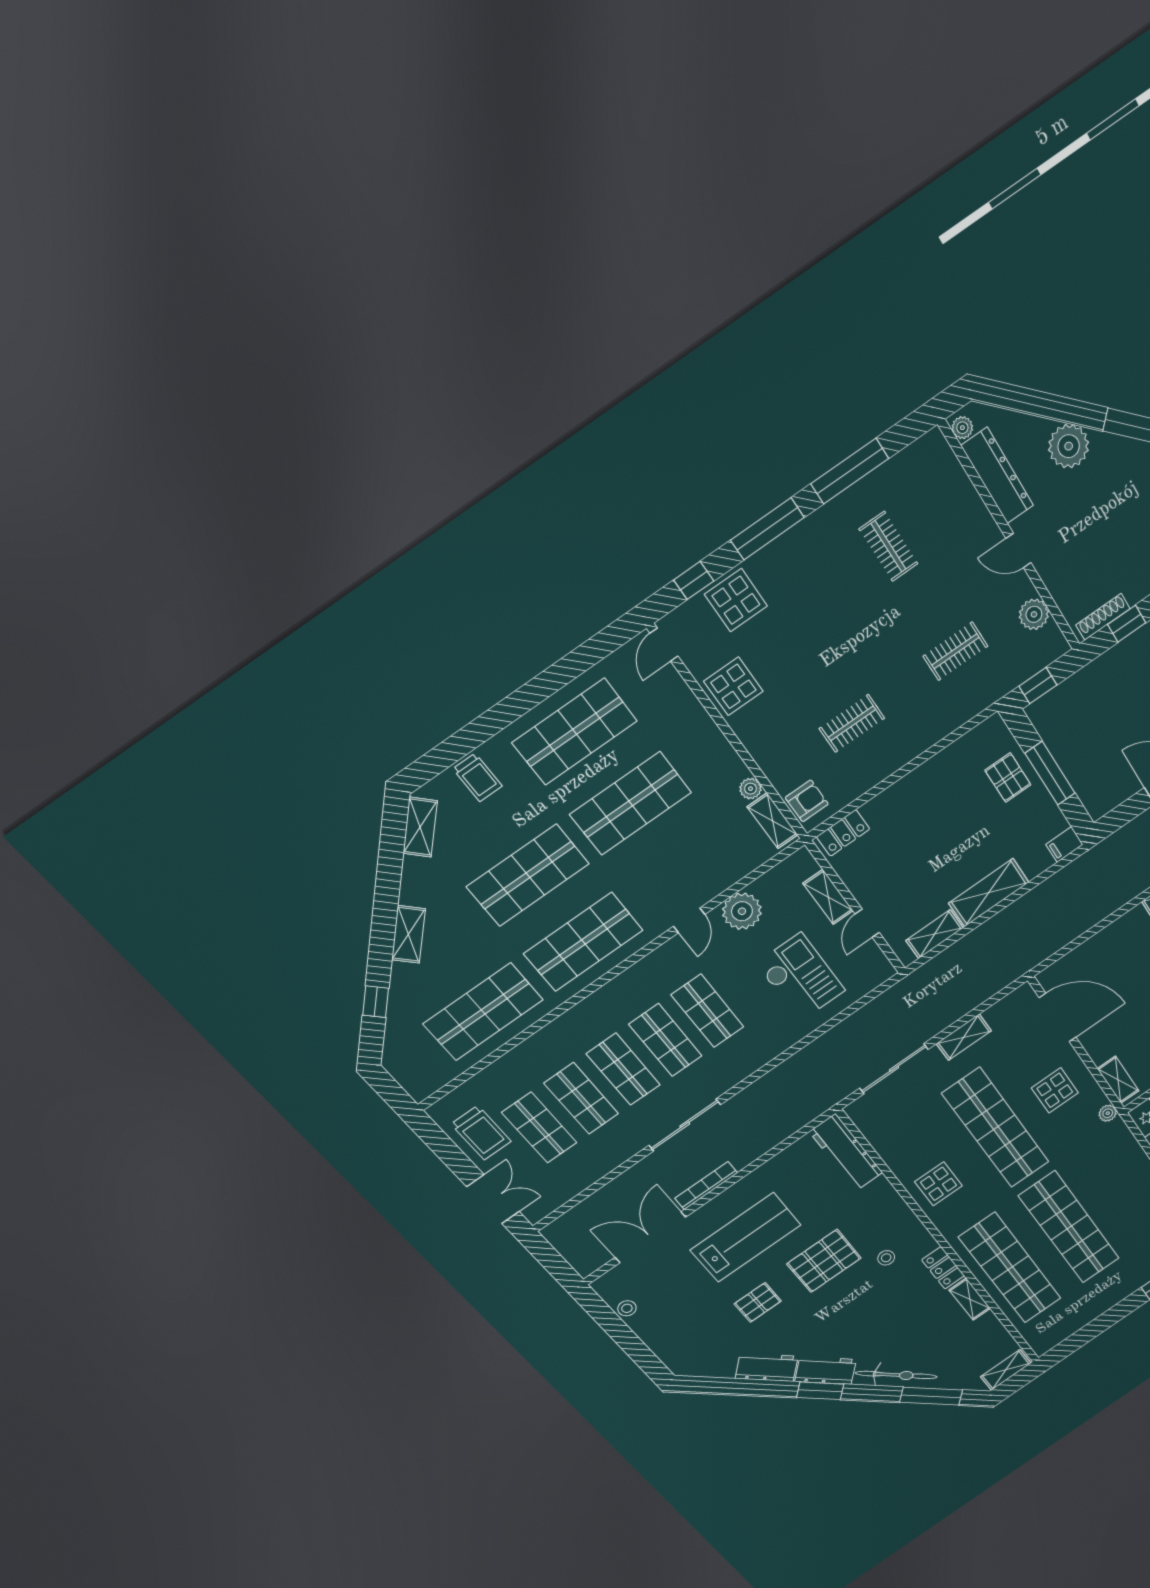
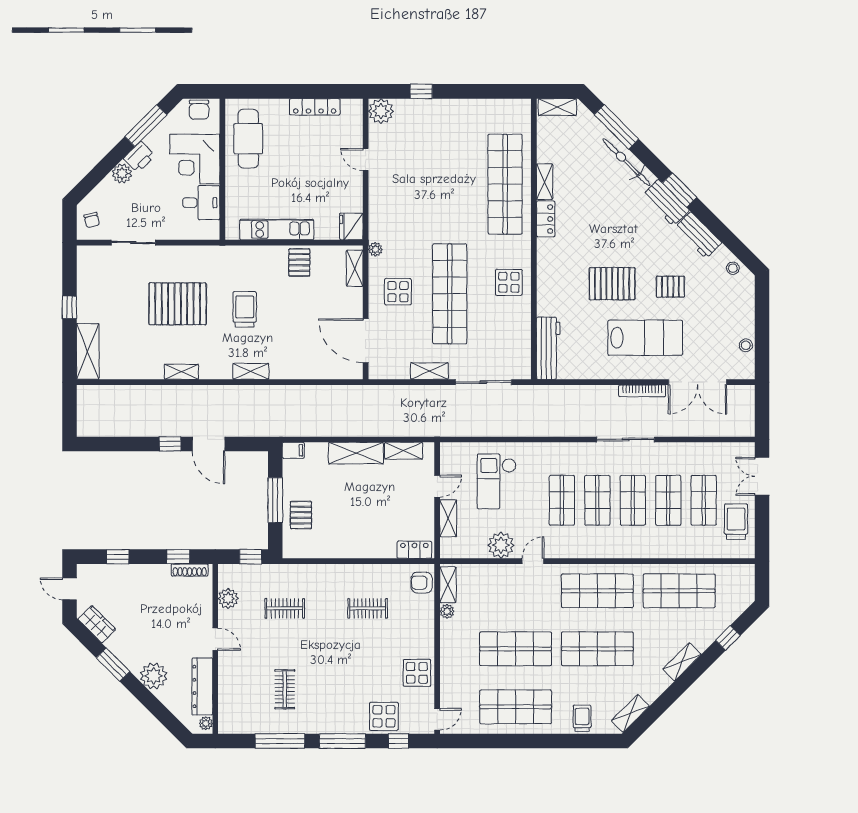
shop shelf: (1069, 1227) -> (450, 184), removed
lab bench: (746, 1237) -> (645, 338), turned 180
stool: (886, 1258) -> (733, 268), moved

